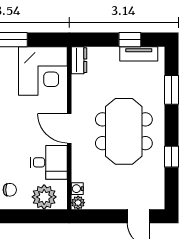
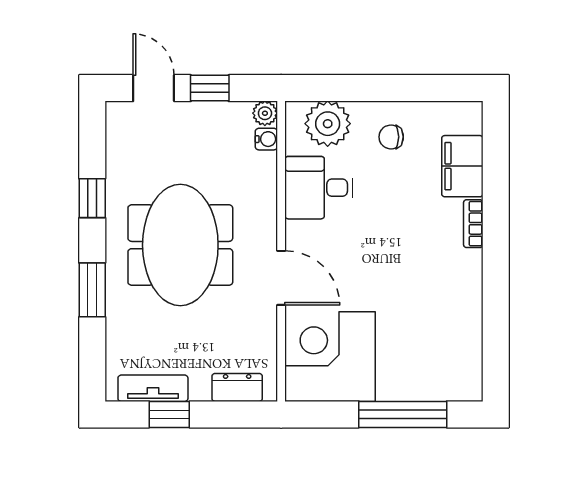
dresser: (79, 60) -> (237, 387), moved, turned 90
window: (172, 90) -> (92, 290), moved
door: (69, 128) -> (281, 278), moved
window: (108, 216) -> (210, 88), added

